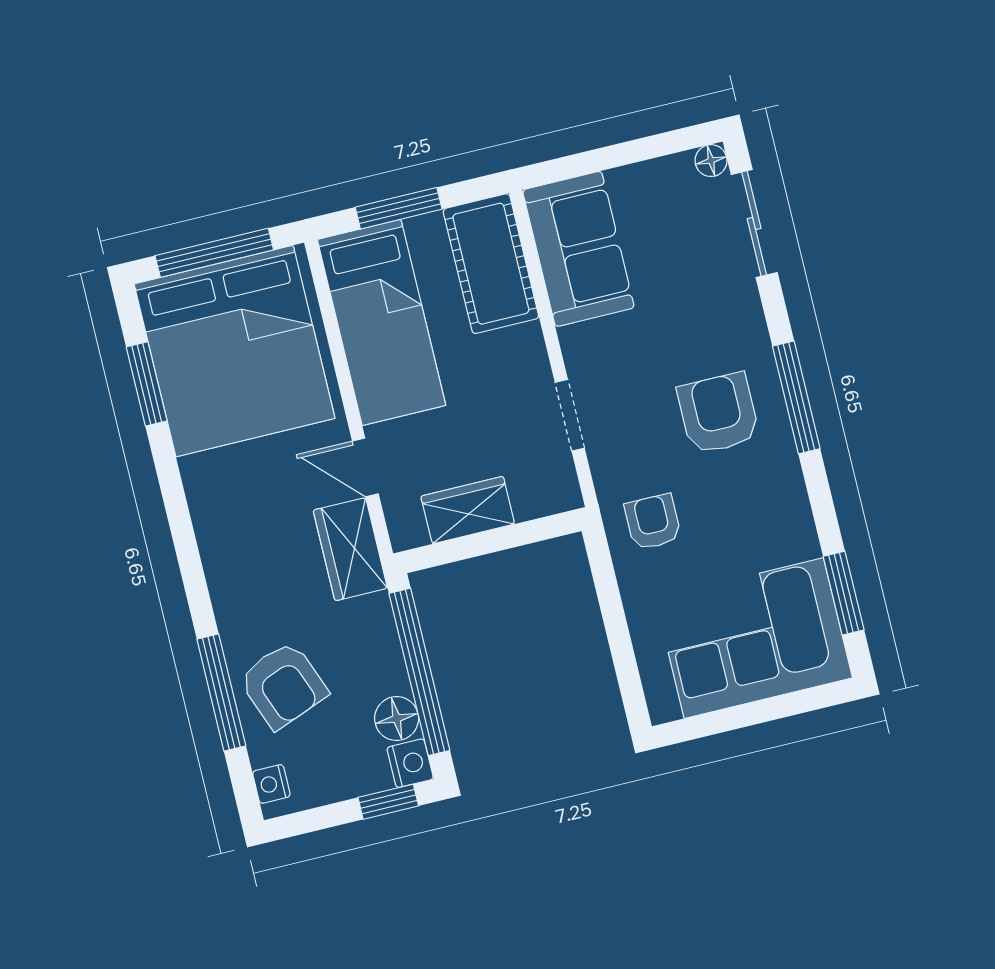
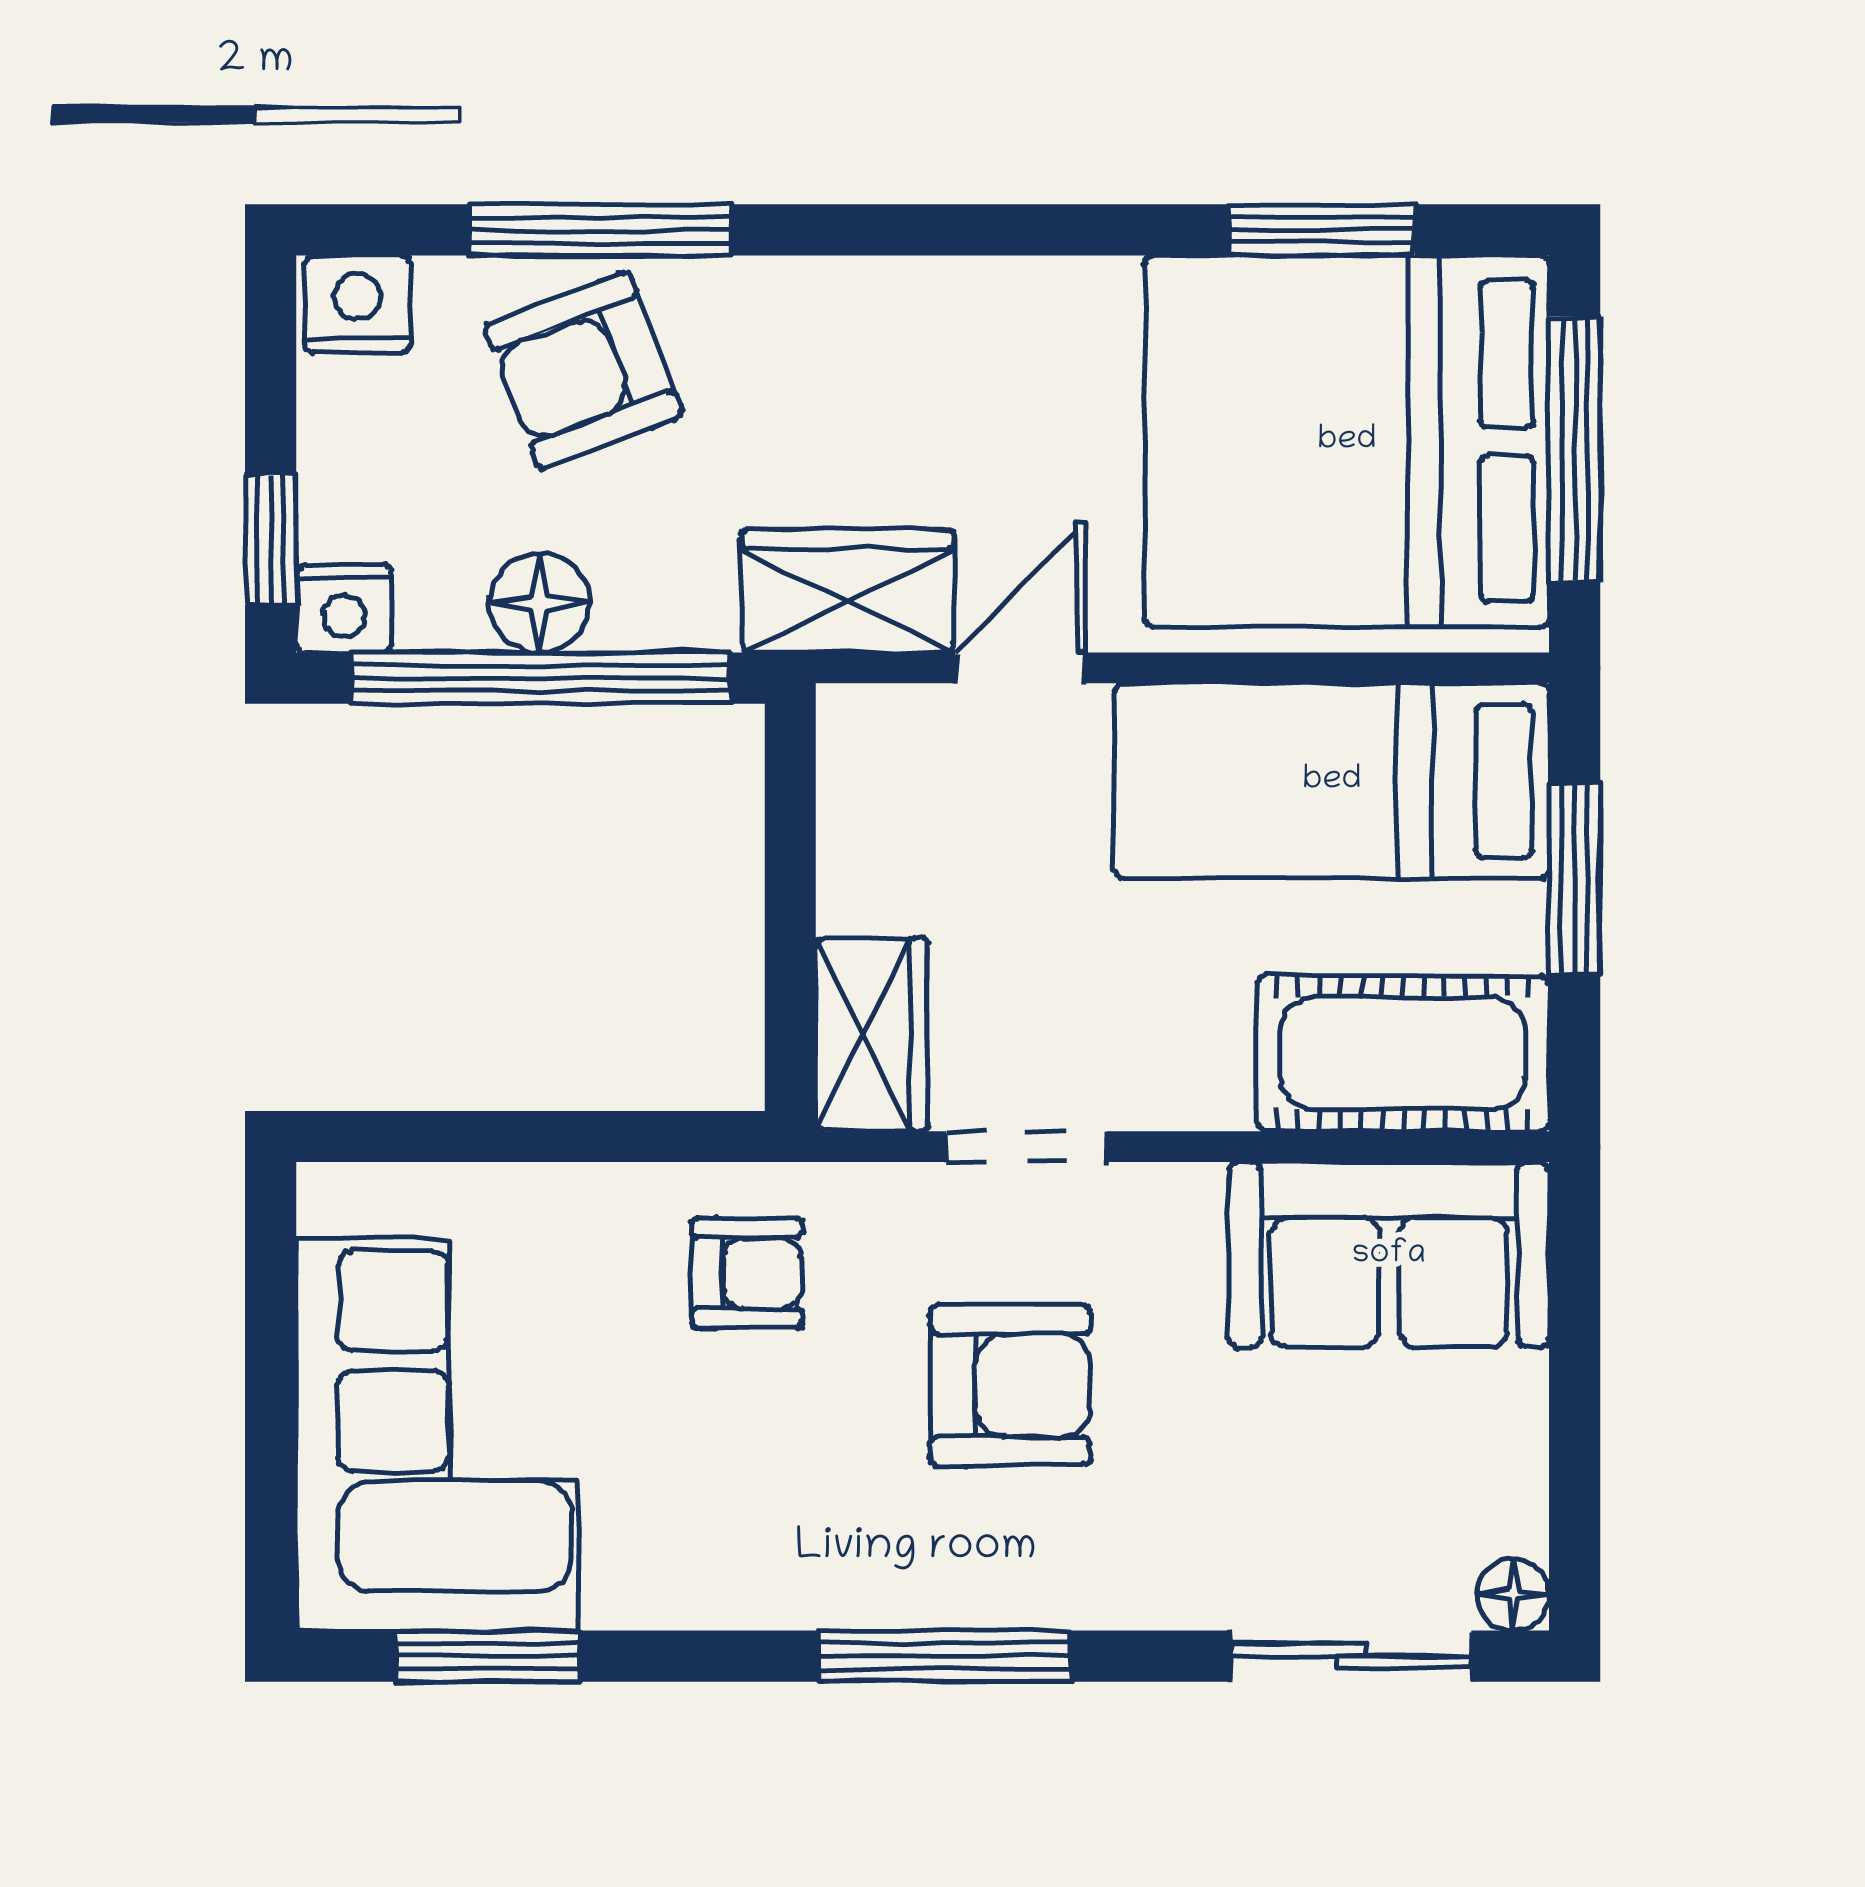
armchair: (718, 413) -> (1010, 1385), moved
wardrobe: (468, 510) -> (872, 1035), moved
floor lamp: (397, 719) -> (539, 603), moved
nightstand: (271, 784) -> (357, 304), width x1.39, depth x1.35

